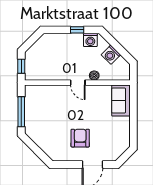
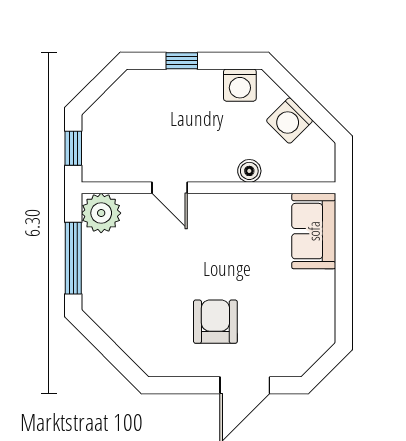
window: (77, 30) -> (182, 61), moved
door: (78, 83) -> (170, 188), moved
plant: (33, 93) -> (101, 213), added

